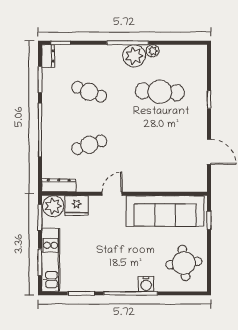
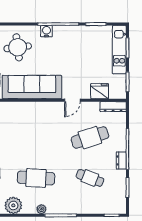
dresser: (48, 56) -> (121, 160), moved
plant: (134, 56) -> (13, 205), moved
cafe table: (89, 145) -> (90, 138), width x1.37, depth x1.35
plant: (53, 206) -> (117, 91), removed

